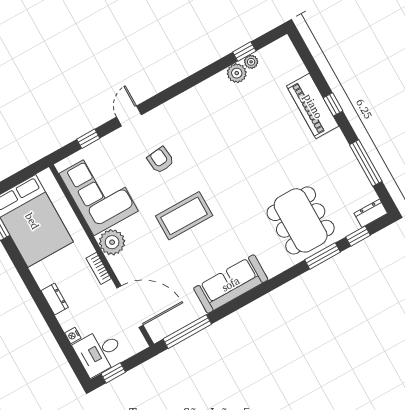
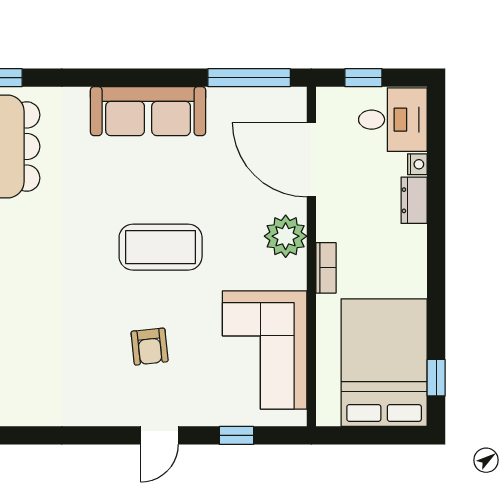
plant: (112, 242) -> (286, 236), moved
bookcase: (99, 268) -> (326, 268), moved
dresser: (55, 299) -> (414, 200), moved
window: (113, 373) -> (363, 78), moved

